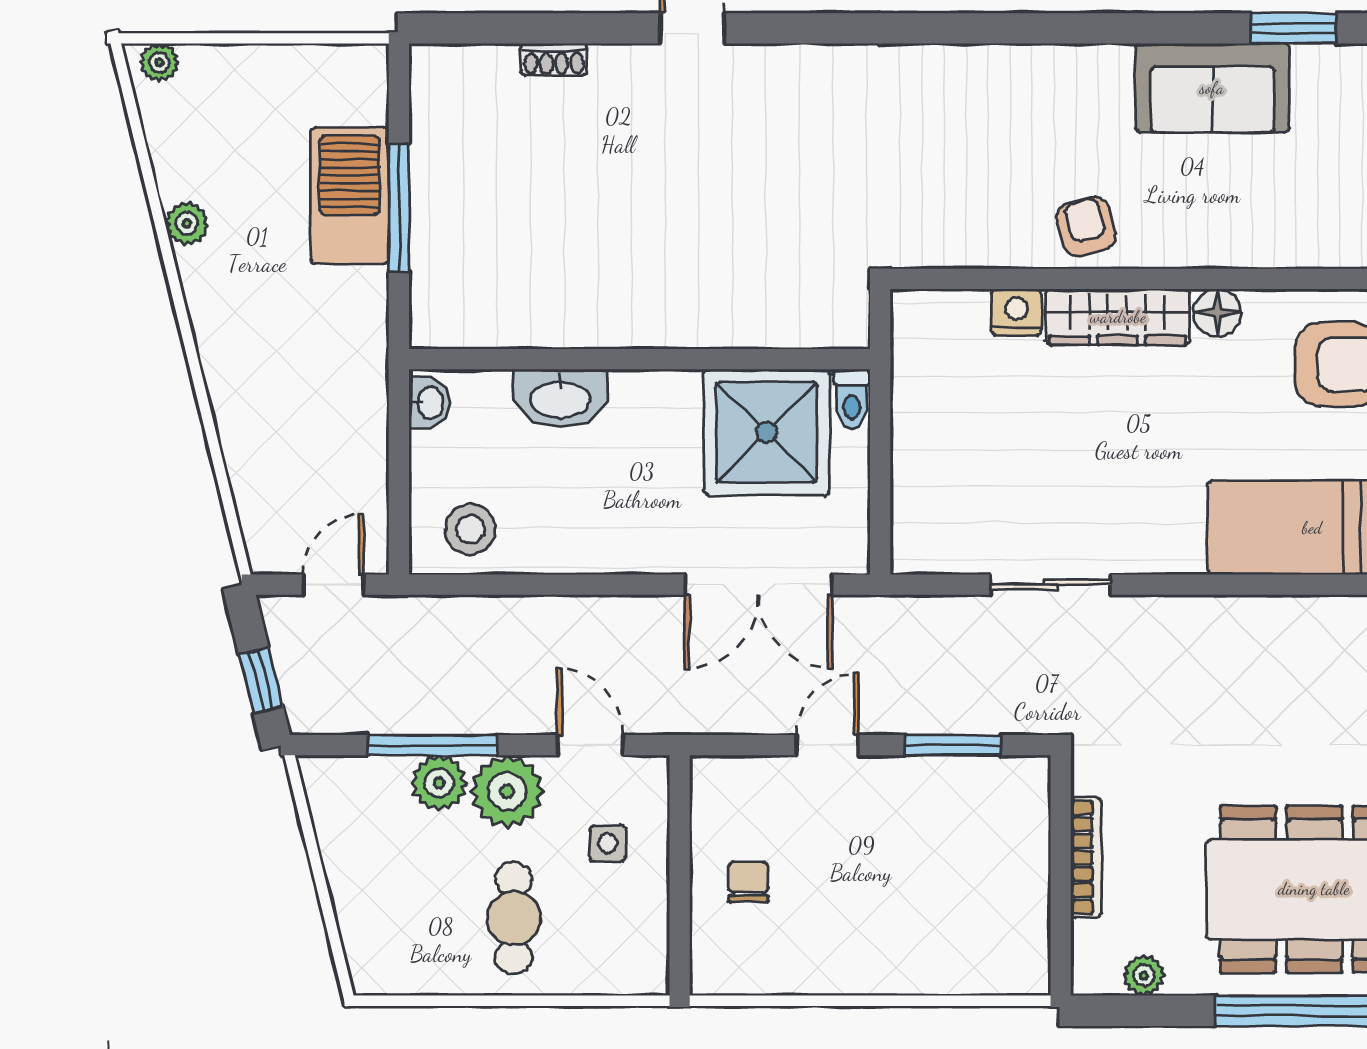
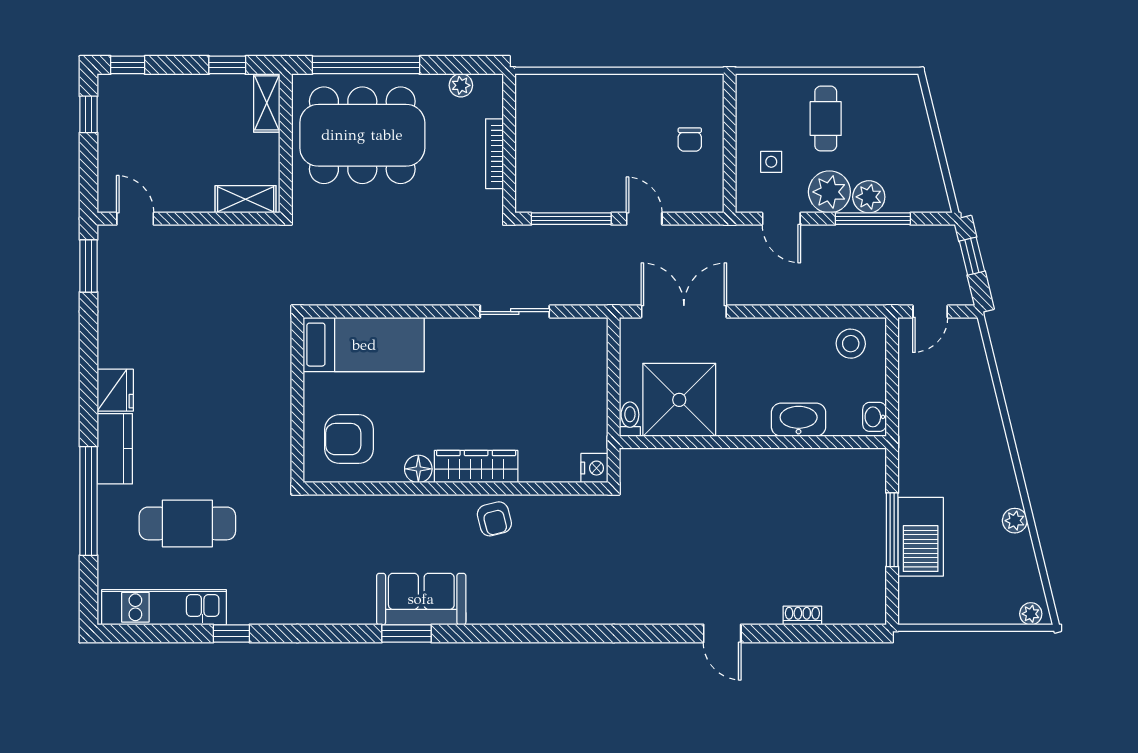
window: (1293, 28) -> (406, 634), moved
nightstand: (1016, 312) -> (594, 468), moved, turned -90
door: (827, 745) -> (644, 219), swing flipped
window: (953, 745) -> (571, 219), width x1.44

